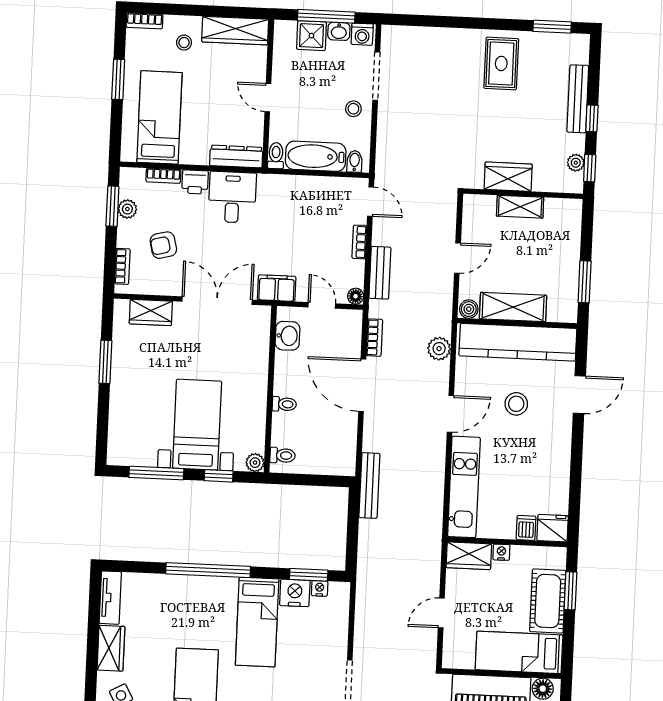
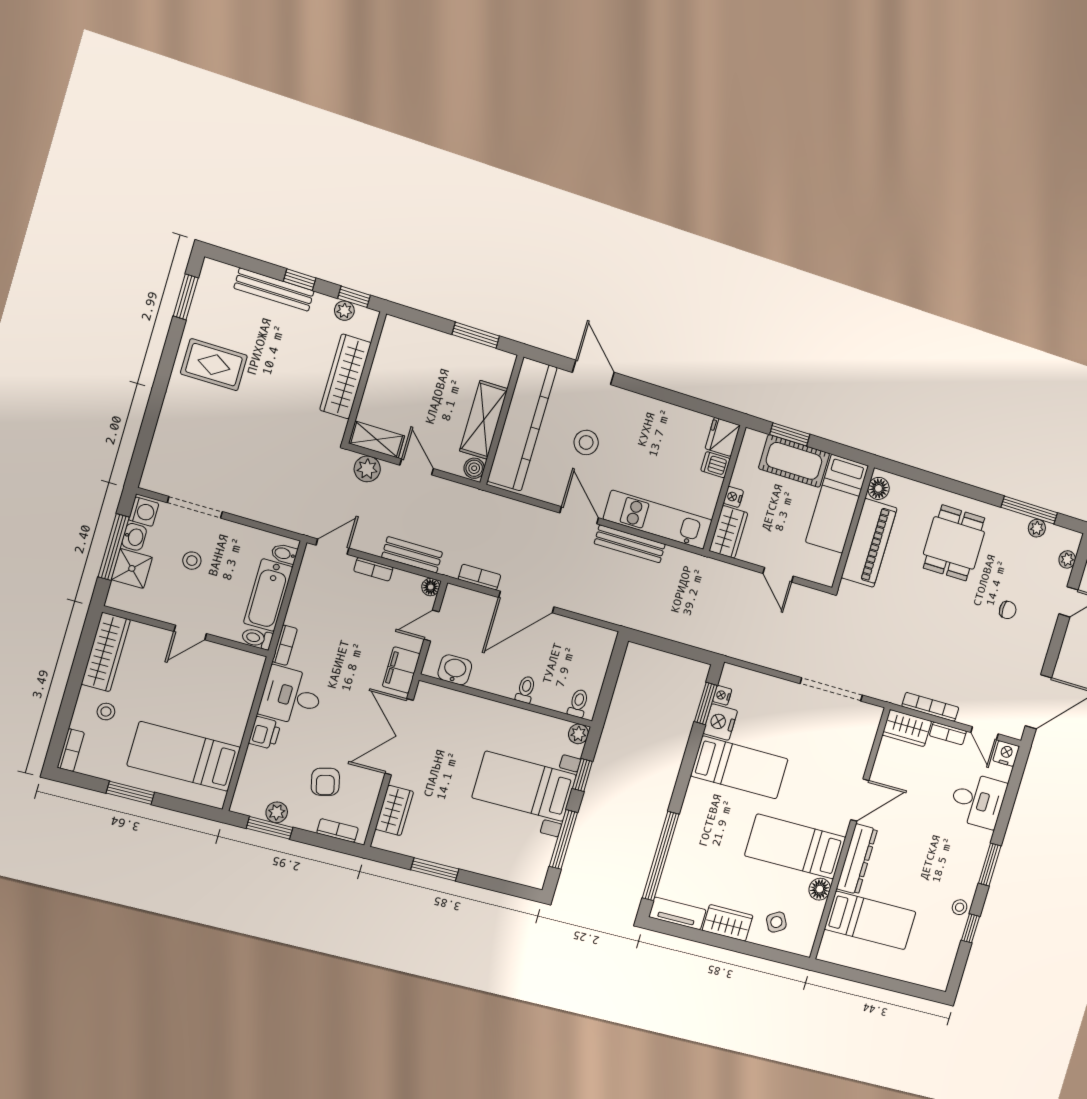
stool: (353, 109) -> (192, 561), moved
dresser: (236, 156) -> (248, 682), removed
bookcase: (163, 176) -> (285, 645), moved
wardrobe: (508, 177) -> (345, 376), width x1.50
shelving: (520, 207) -> (377, 440), moved, turned 90
plant: (439, 349) -> (367, 469), moved
bench: (369, 485) -> (630, 544), moved
window: (208, 570) -> (661, 856), moved

